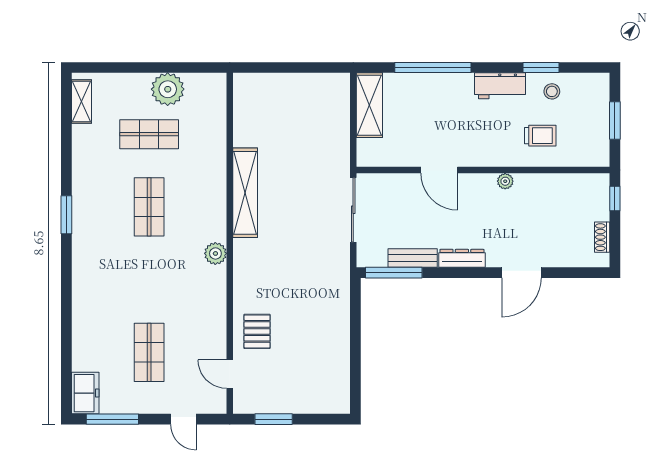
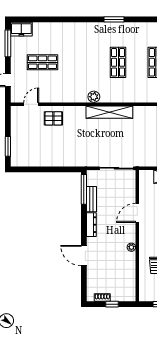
shelving: (245, 193) -> (109, 112), moved
window: (615, 198) -> (112, 304), moved
shop shelf: (149, 207) -> (118, 62), turned 90
window: (274, 419) -> (8, 146), moved

